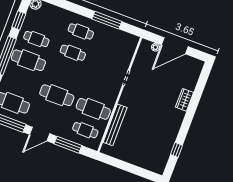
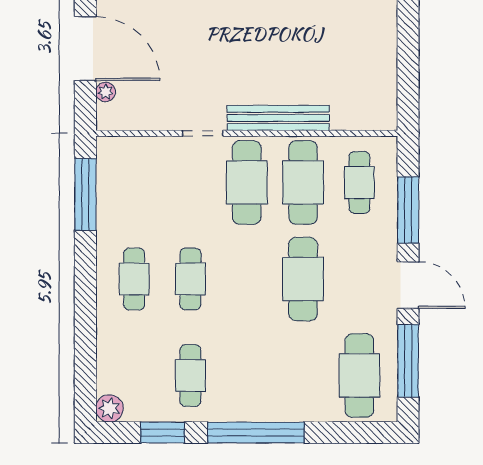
window: (107, 20) -> (85, 195), moved
cafe table: (28, 60) -> (247, 182), moved
bench: (115, 125) -> (278, 118), moved

